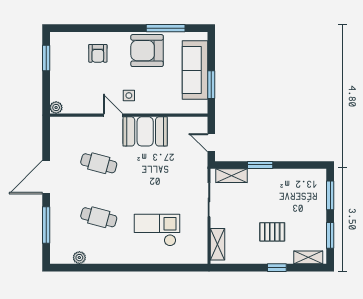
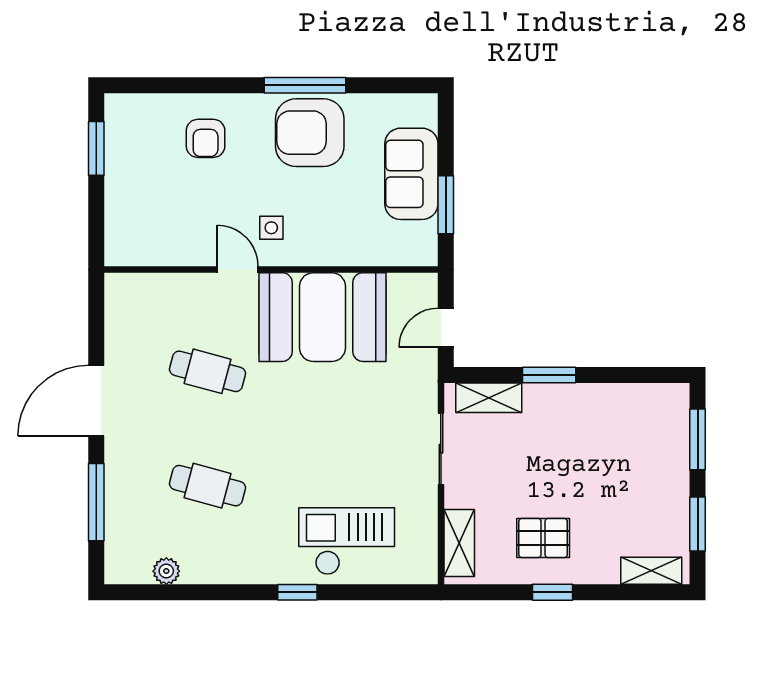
window: (166, 28) -> (305, 85), moved
sofa: (195, 70) -> (411, 174), width x0.73
plant: (56, 108) -> (117, 253), removed
booth: (145, 131) -> (323, 317), width x1.36, depth x1.42
door: (211, 143) -> (446, 328), hinge flipped
checkout: (157, 230) -> (347, 541), moved
pallet: (272, 232) -> (543, 538), moved
window: (141, 268) -> (297, 592), added
window: (277, 268) -> (552, 592), moved

